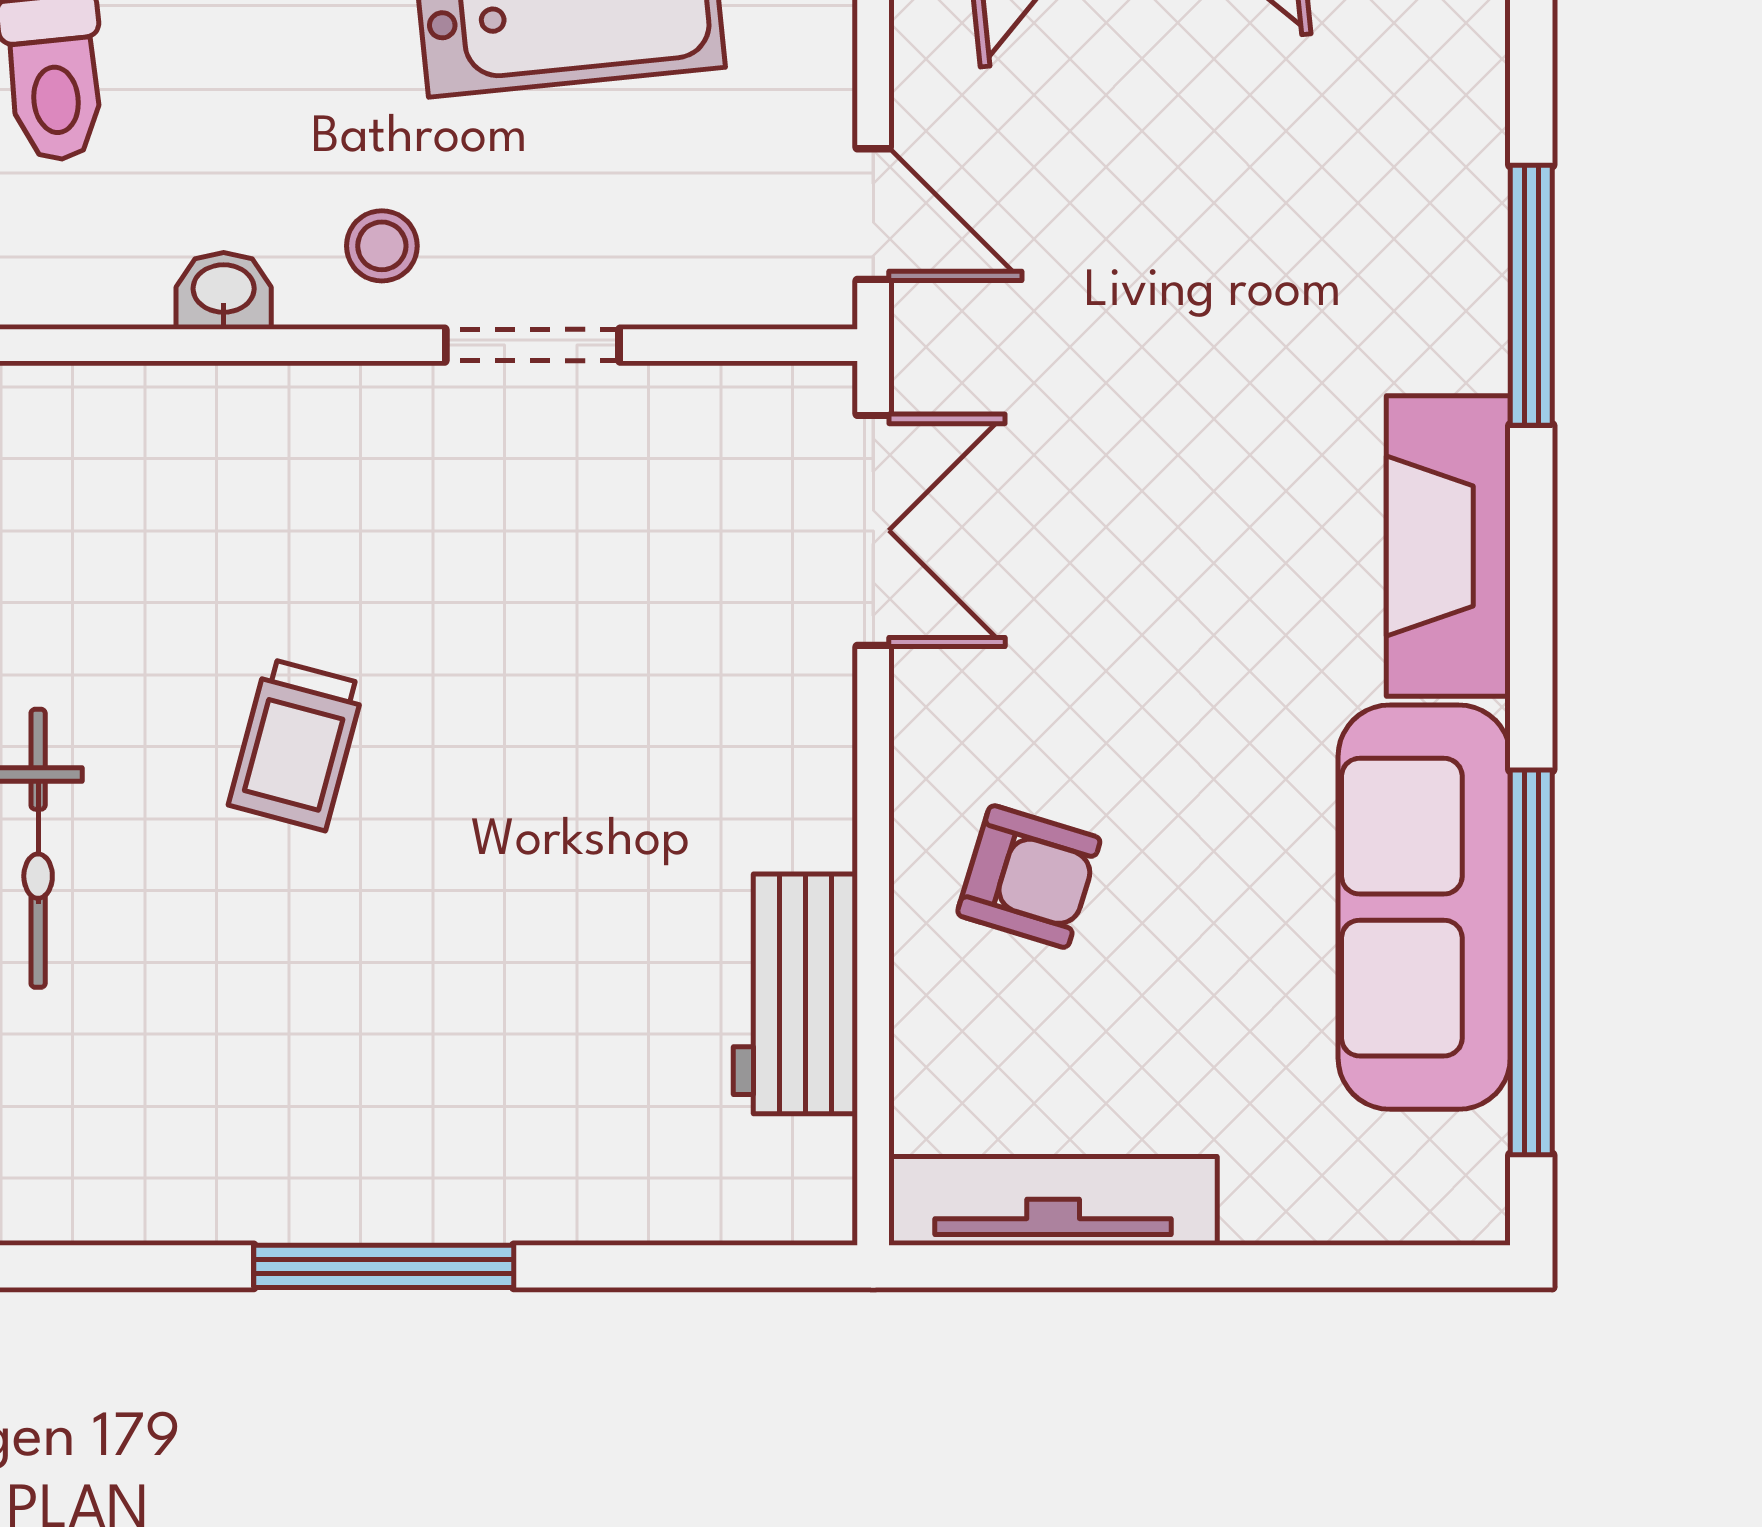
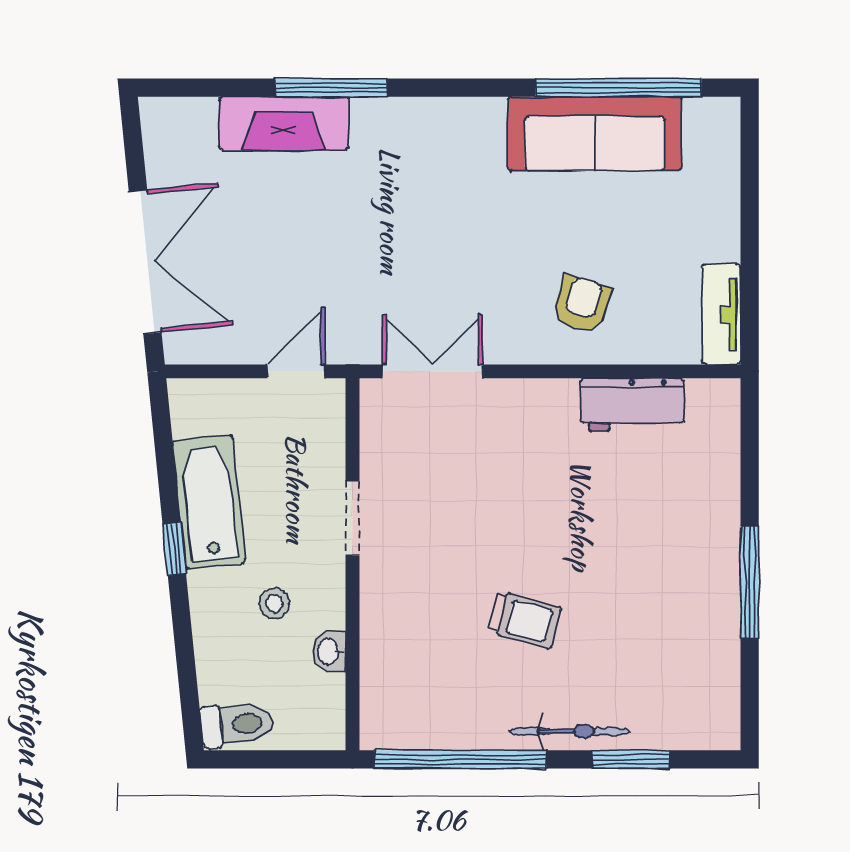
stool: (382, 246) -> (274, 603), moved
fireplace: (1448, 546) -> (284, 123), moved
tv unit: (1053, 1201) -> (721, 314), width x0.71

